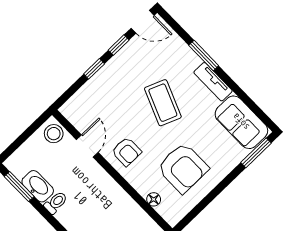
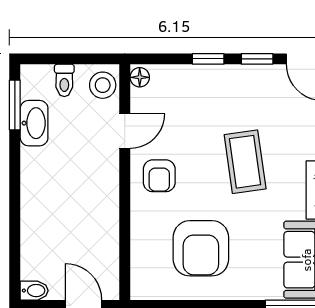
coffee table: (163, 103) -> (245, 162), turned -30
floor lamp: (154, 199) -> (140, 77), moved
toilet: (56, 203) -> (64, 80), moved, turned 90

